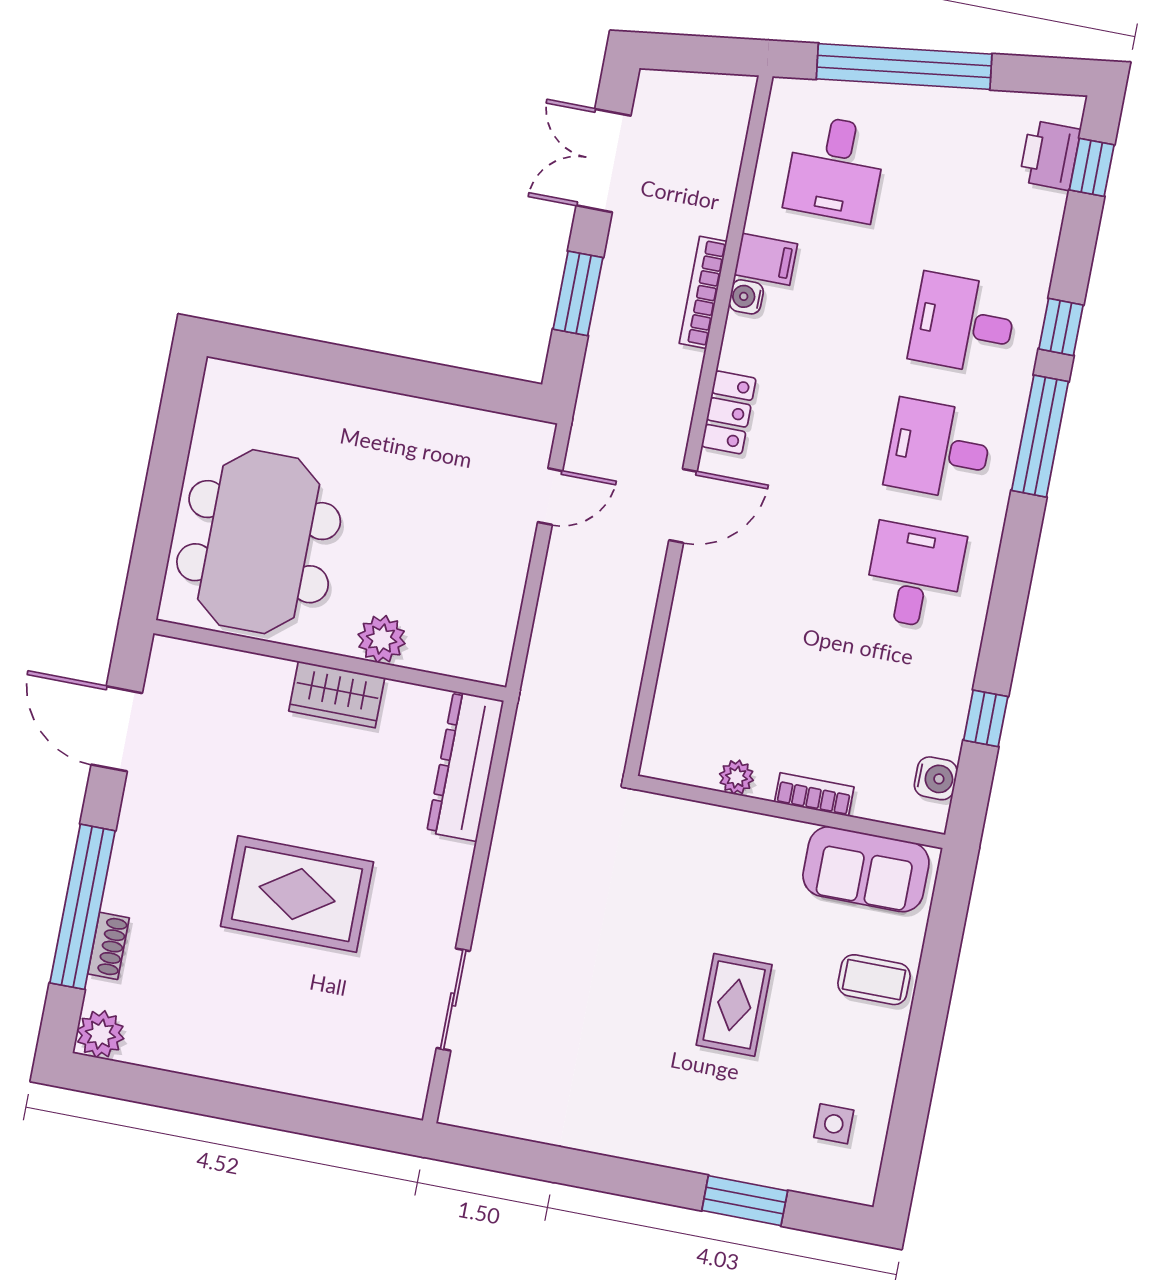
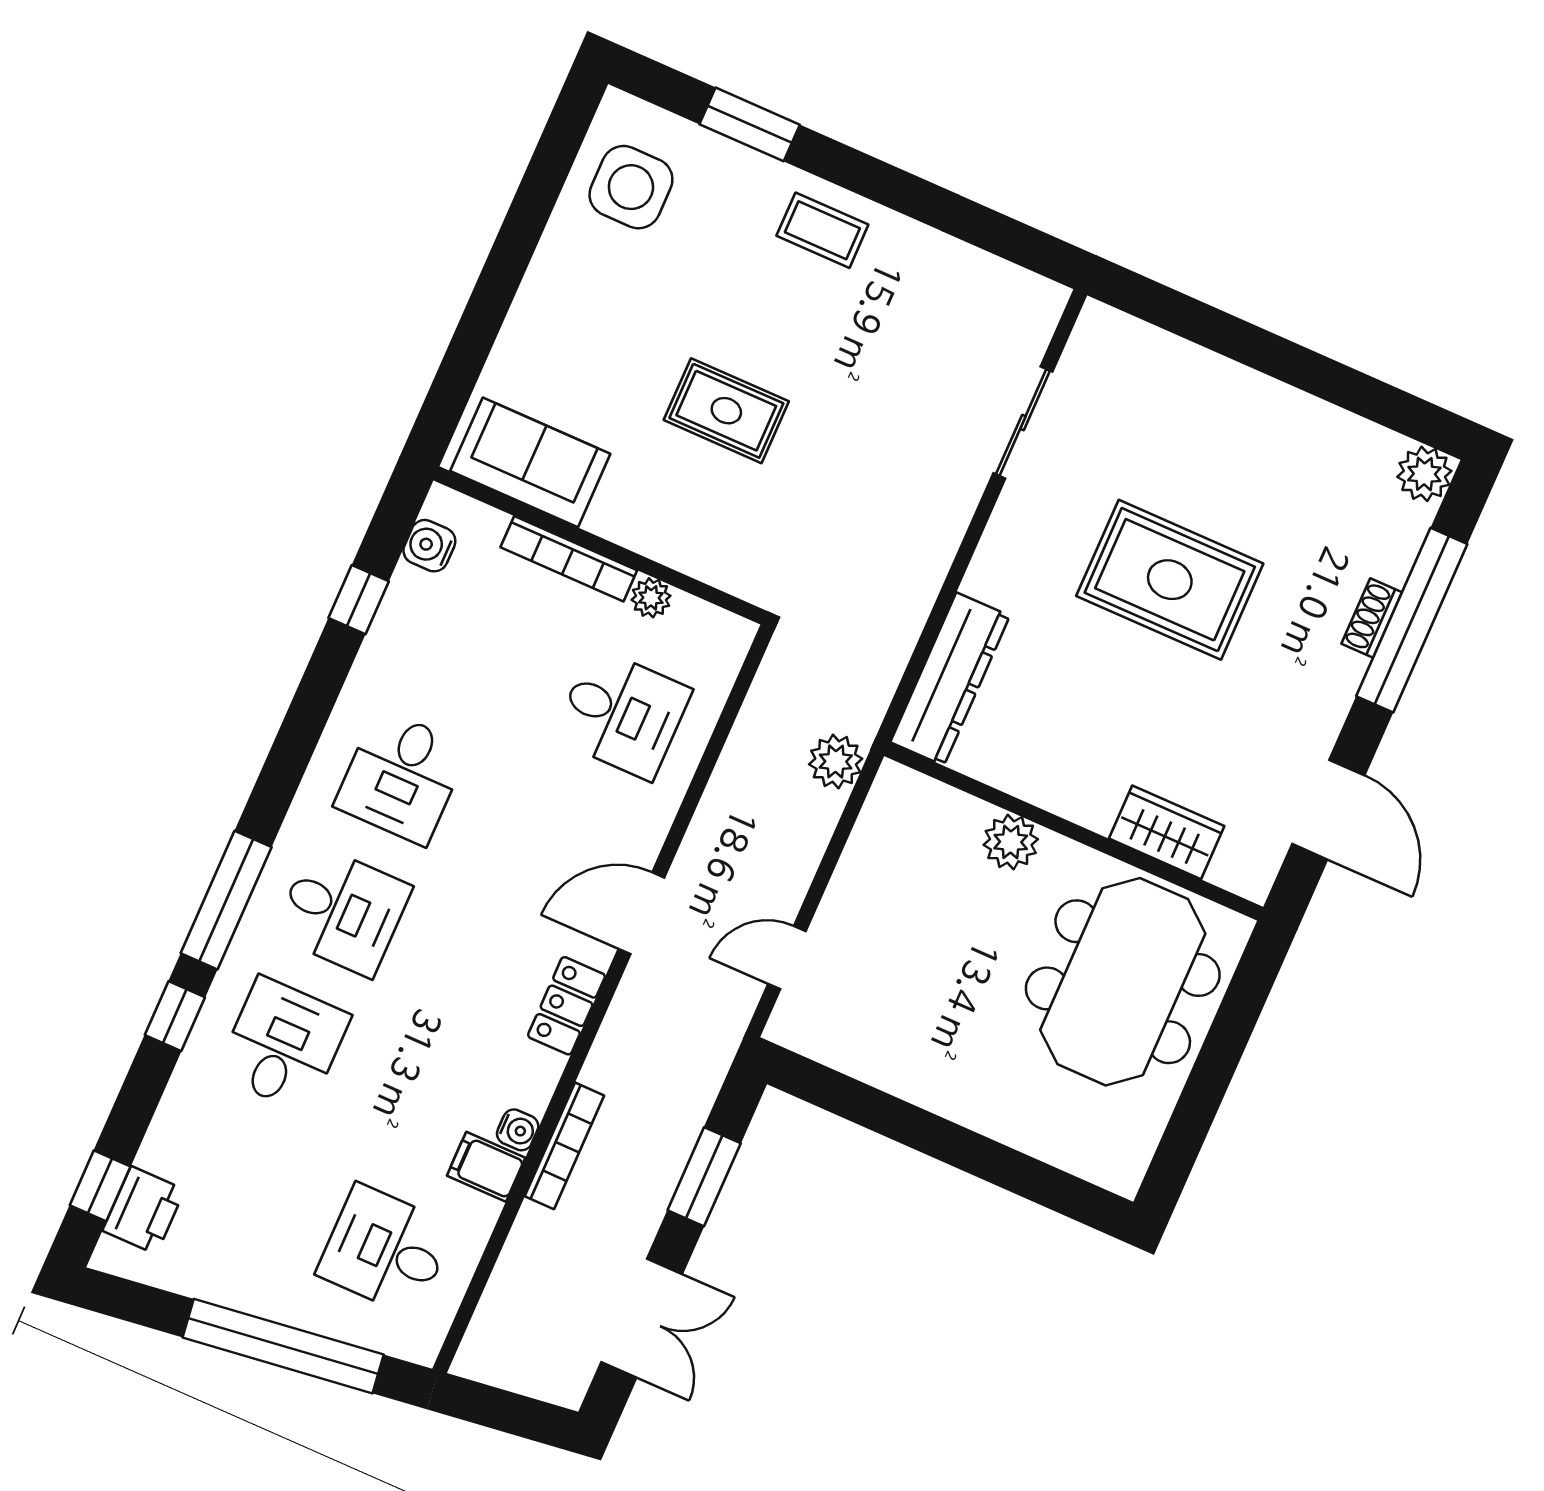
desk: (835, 168) -> (386, 1250), turned -90
desk: (963, 324) -> (283, 1045), turned -90
desk: (738, 673) -> (622, 714), added
plant: (547, 674) -> (836, 762), added
wardrobe: (337, 694) -> (1167, 832), moved
bookcase: (814, 794) -> (569, 559), width x1.56
shoe rack: (109, 946) -> (1372, 618), moved
coffee table: (874, 980) -> (822, 230), moved
rug: (734, 1005) -> (726, 411), moved, turned 90
side table: (834, 1124) -> (631, 187), width x1.87, depth x1.87

